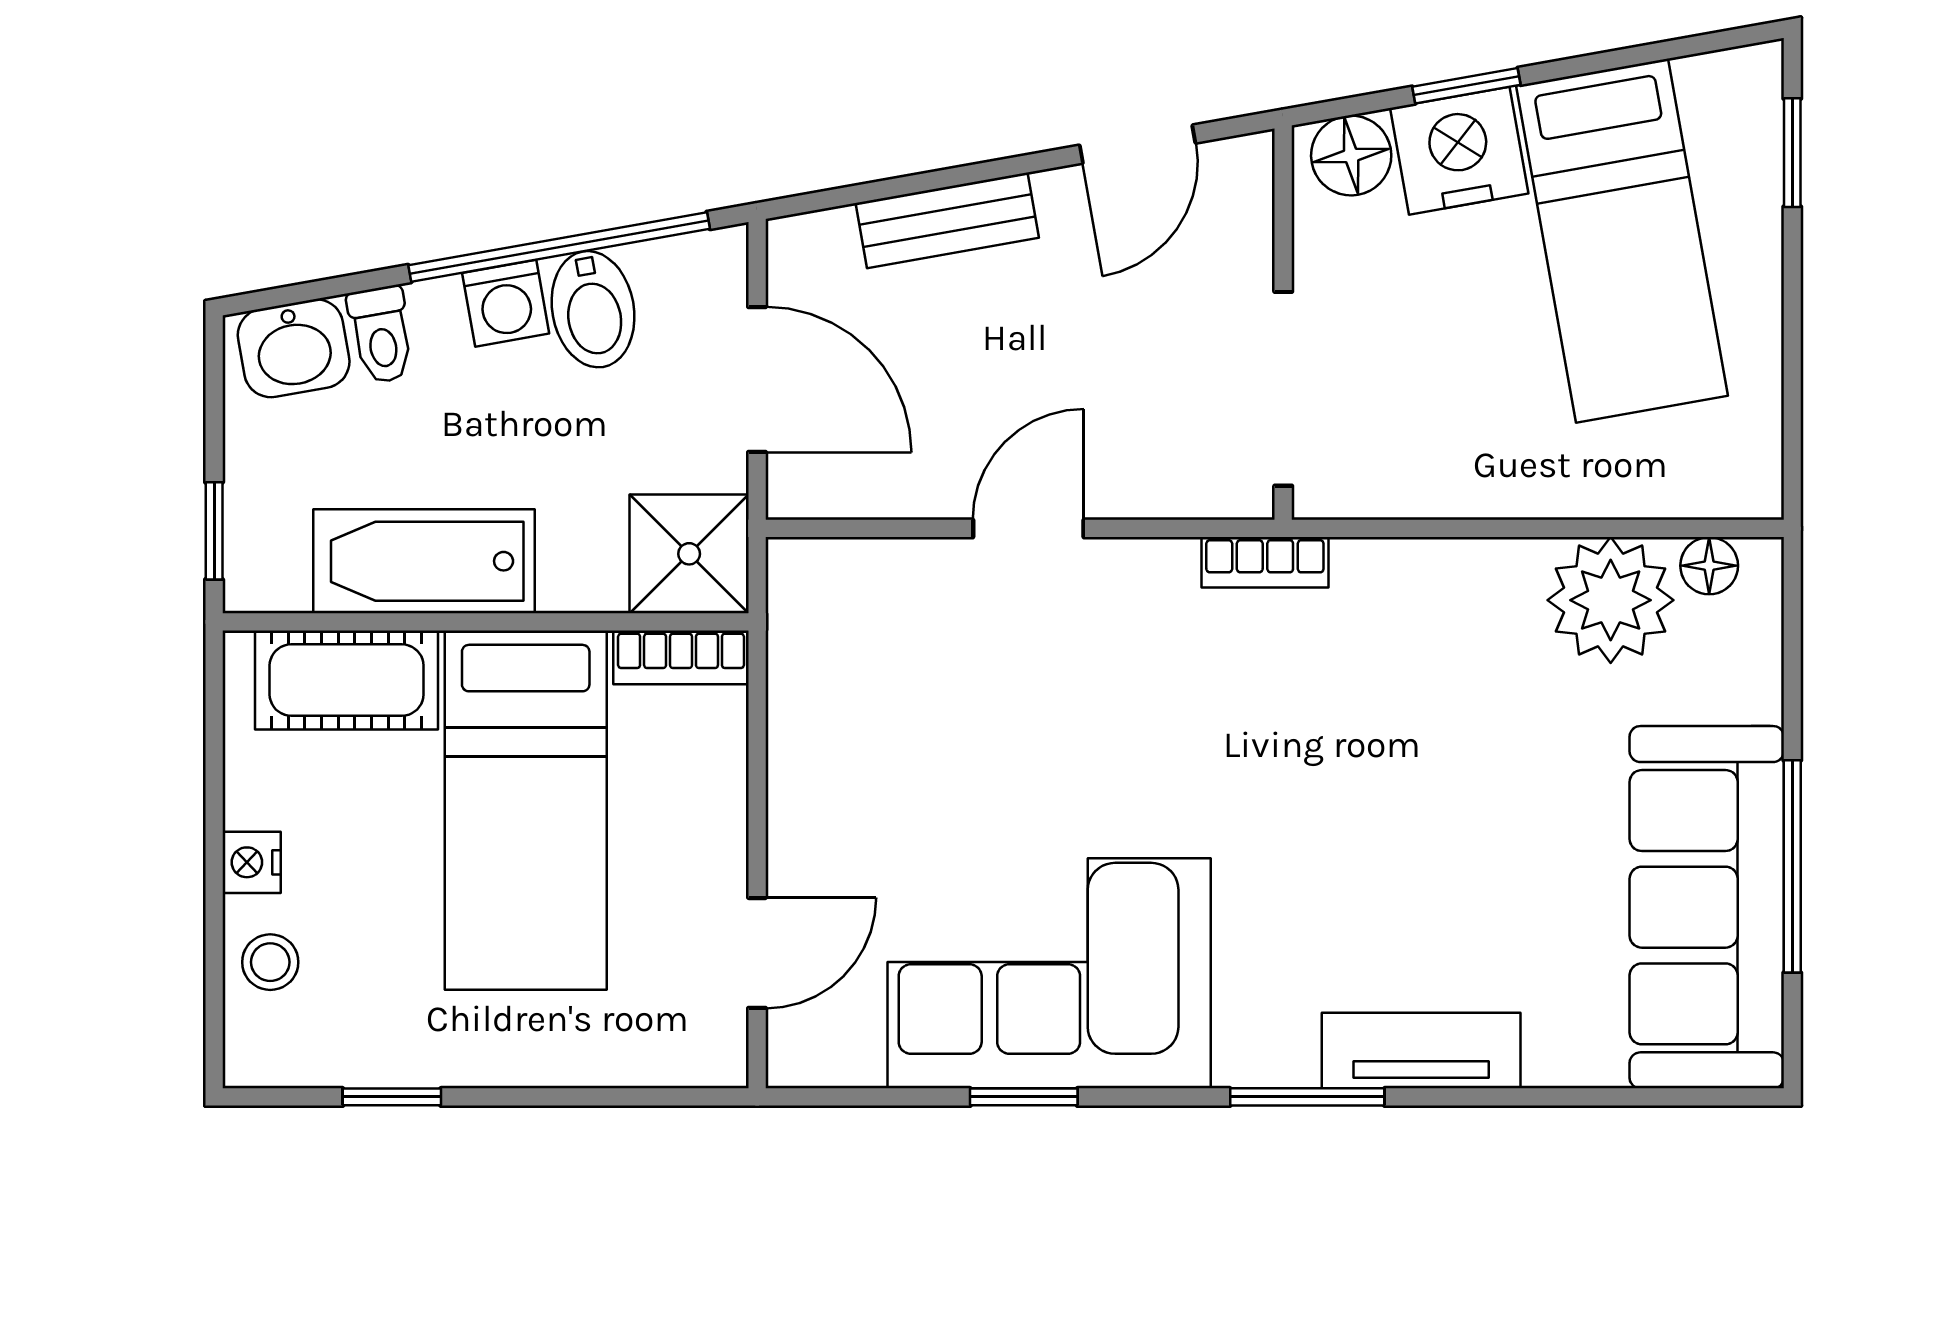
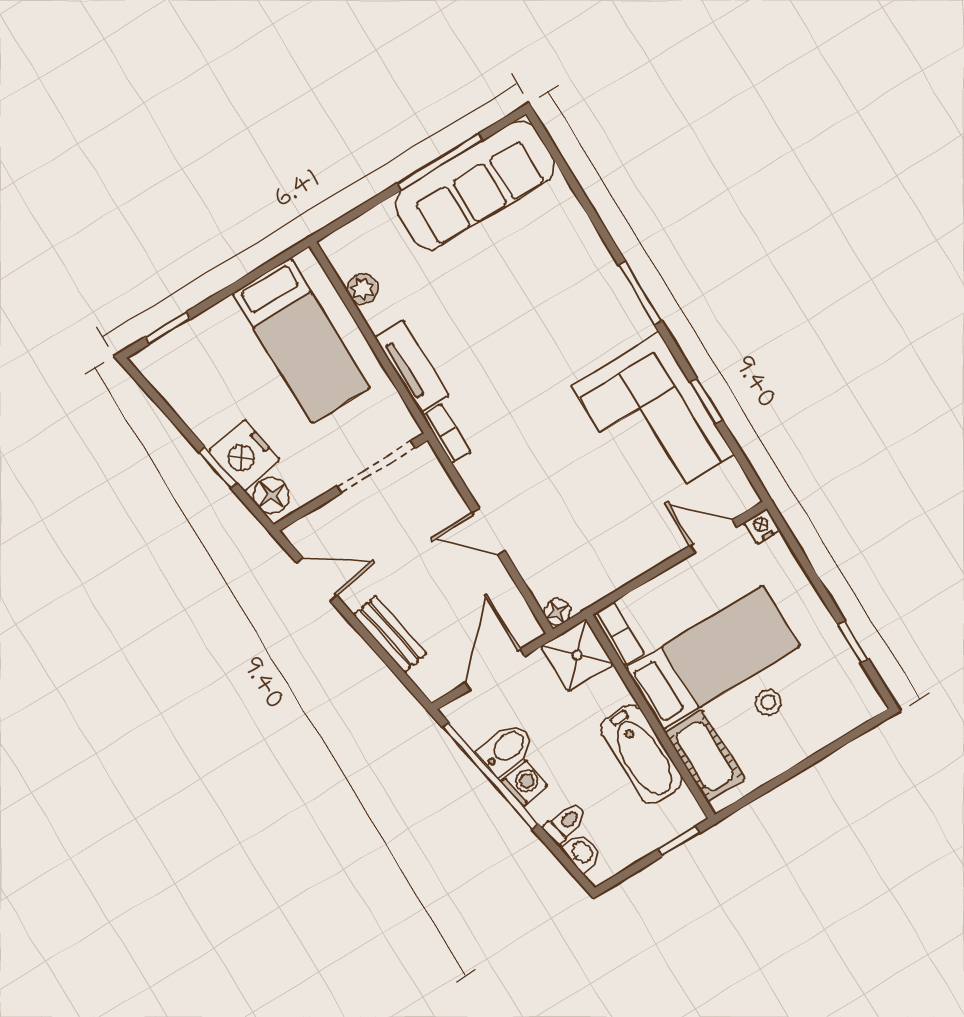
bed: (1622, 241) -> (301, 340), moved, turned 100
washbasin: (294, 348) -> (582, 853), width x0.72, depth x0.69
floor lamp: (1709, 566) -> (557, 612), moved
plant: (1611, 600) -> (362, 289), width x0.53, depth x0.53
nightstand: (252, 862) -> (762, 526), moved, turned 180
stool: (270, 962) -> (768, 702), moved
tv unit: (1421, 1051) -> (412, 366), moved, turned 180

